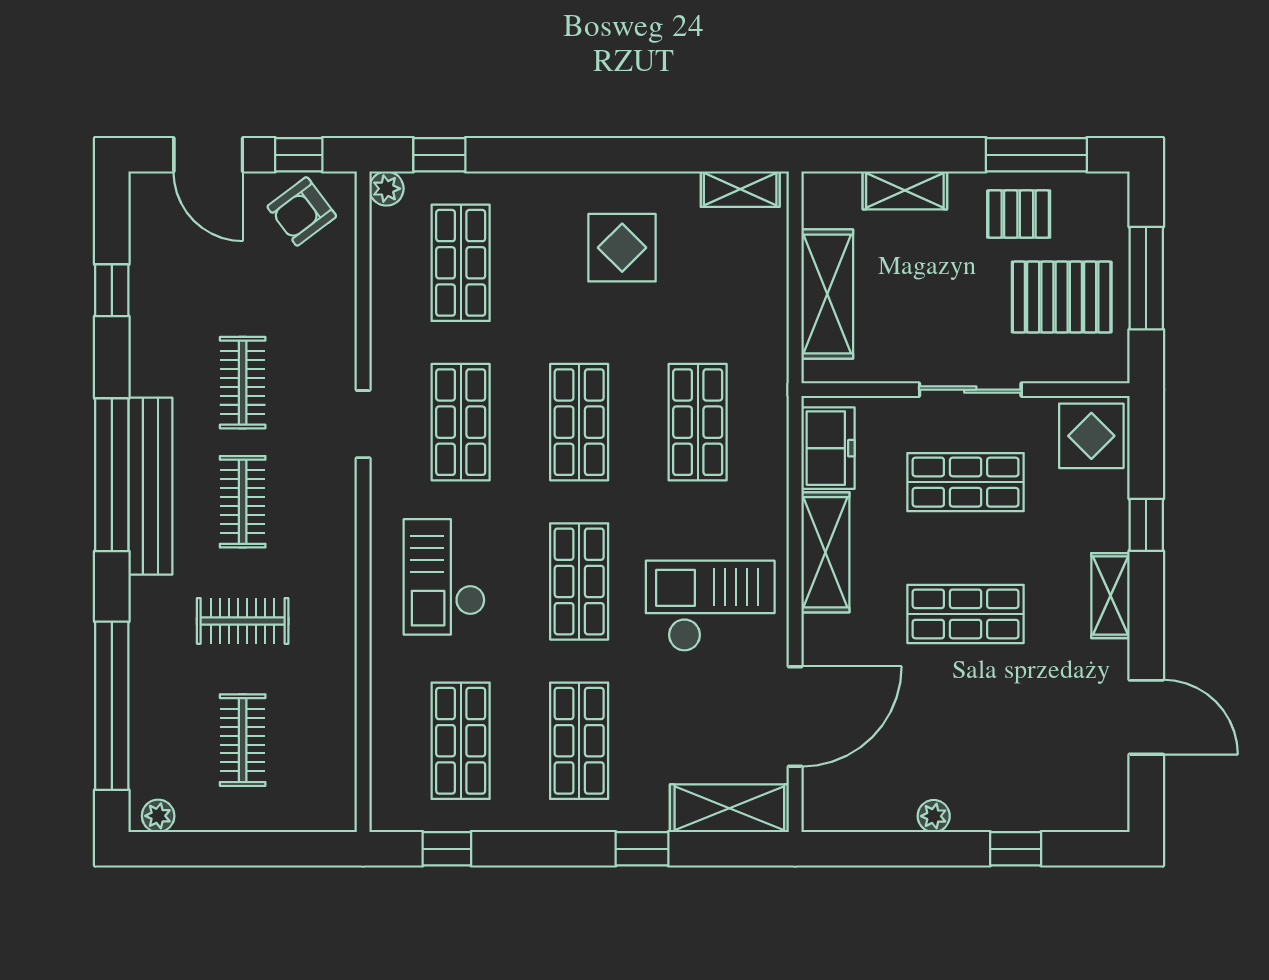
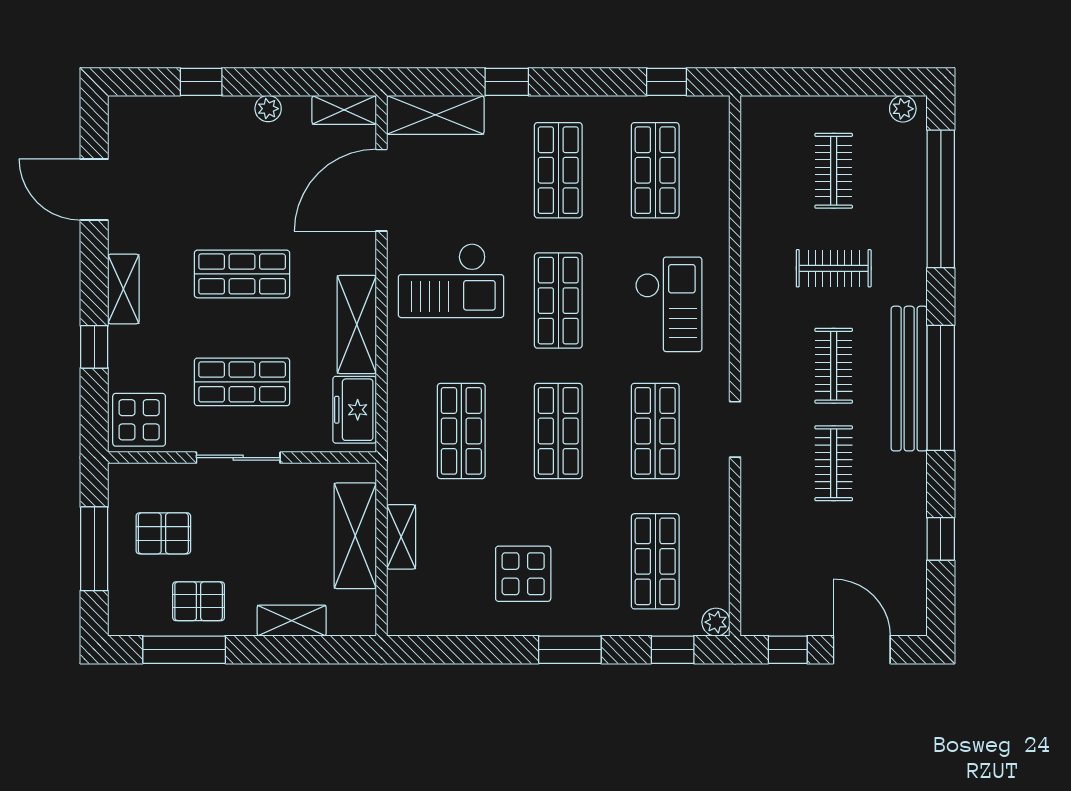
window: (565, 155) -> (570, 650), added
shelving: (740, 189) -> (401, 537), moved, turned 90
armchair: (302, 211) -> (785, 603), removed
pallet: (1062, 297) -> (163, 533), width x0.67, depth x0.71
shelving: (841, 814) -> (344, 110), added

